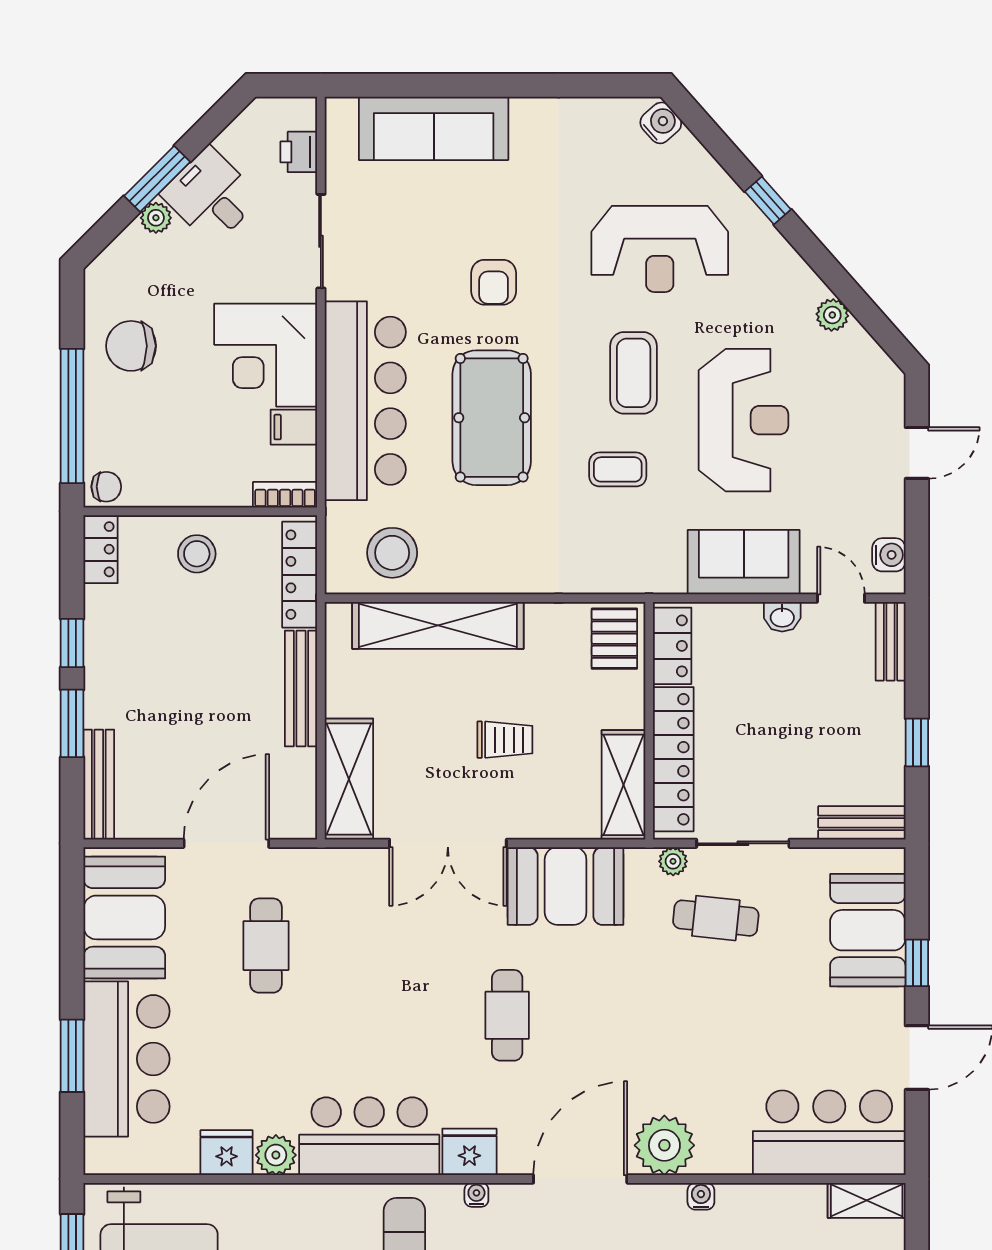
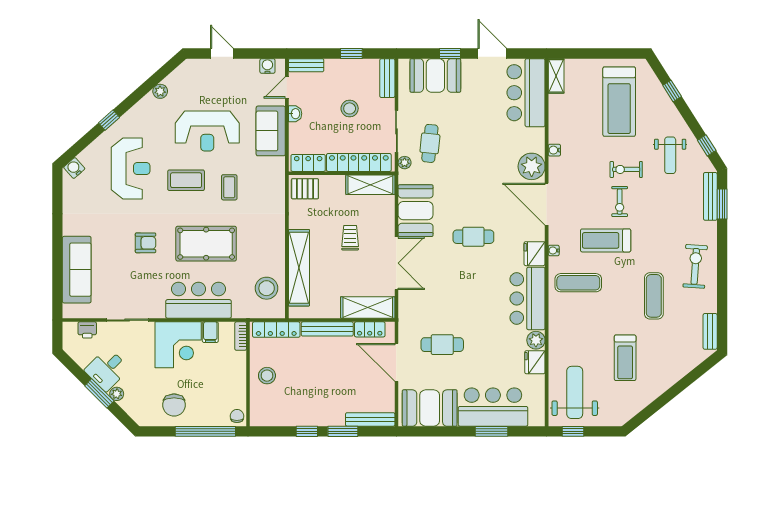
bar counter: (365, 401) -> (199, 300), width x0.73
reception desk: (744, 420) -> (207, 131), turned 180
locker: (101, 549) -> (370, 329), moved, turned 180
stool: (794, 738) -> (350, 108), added

